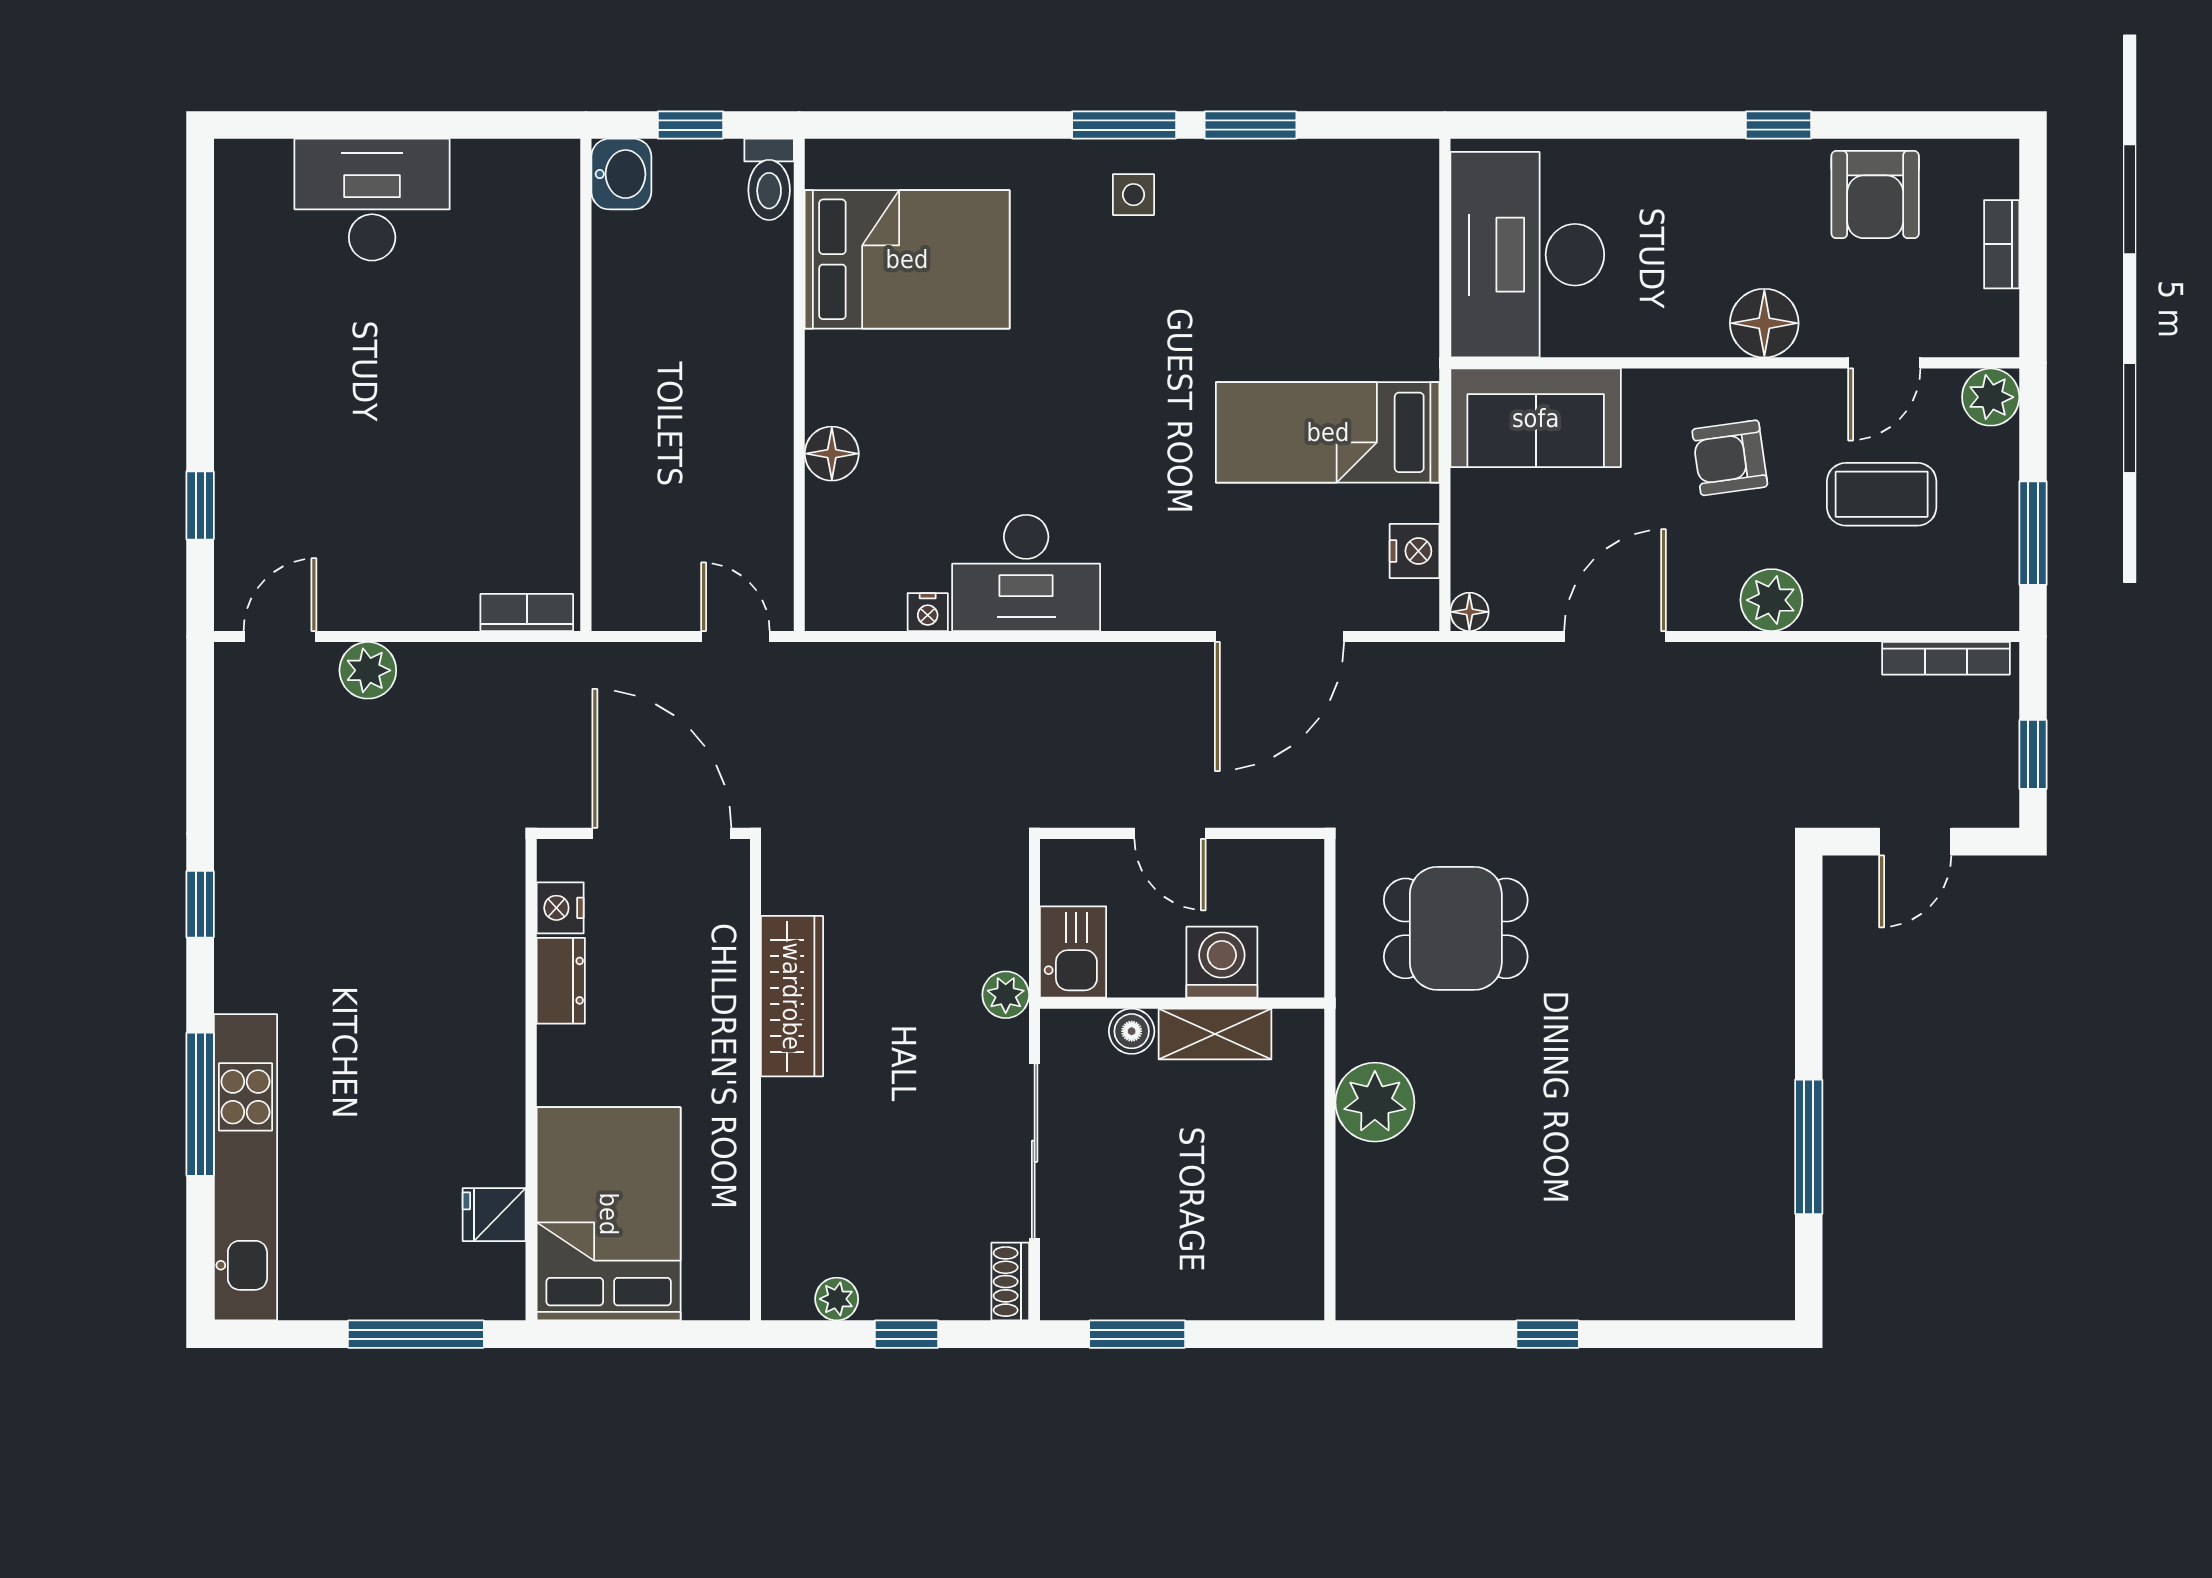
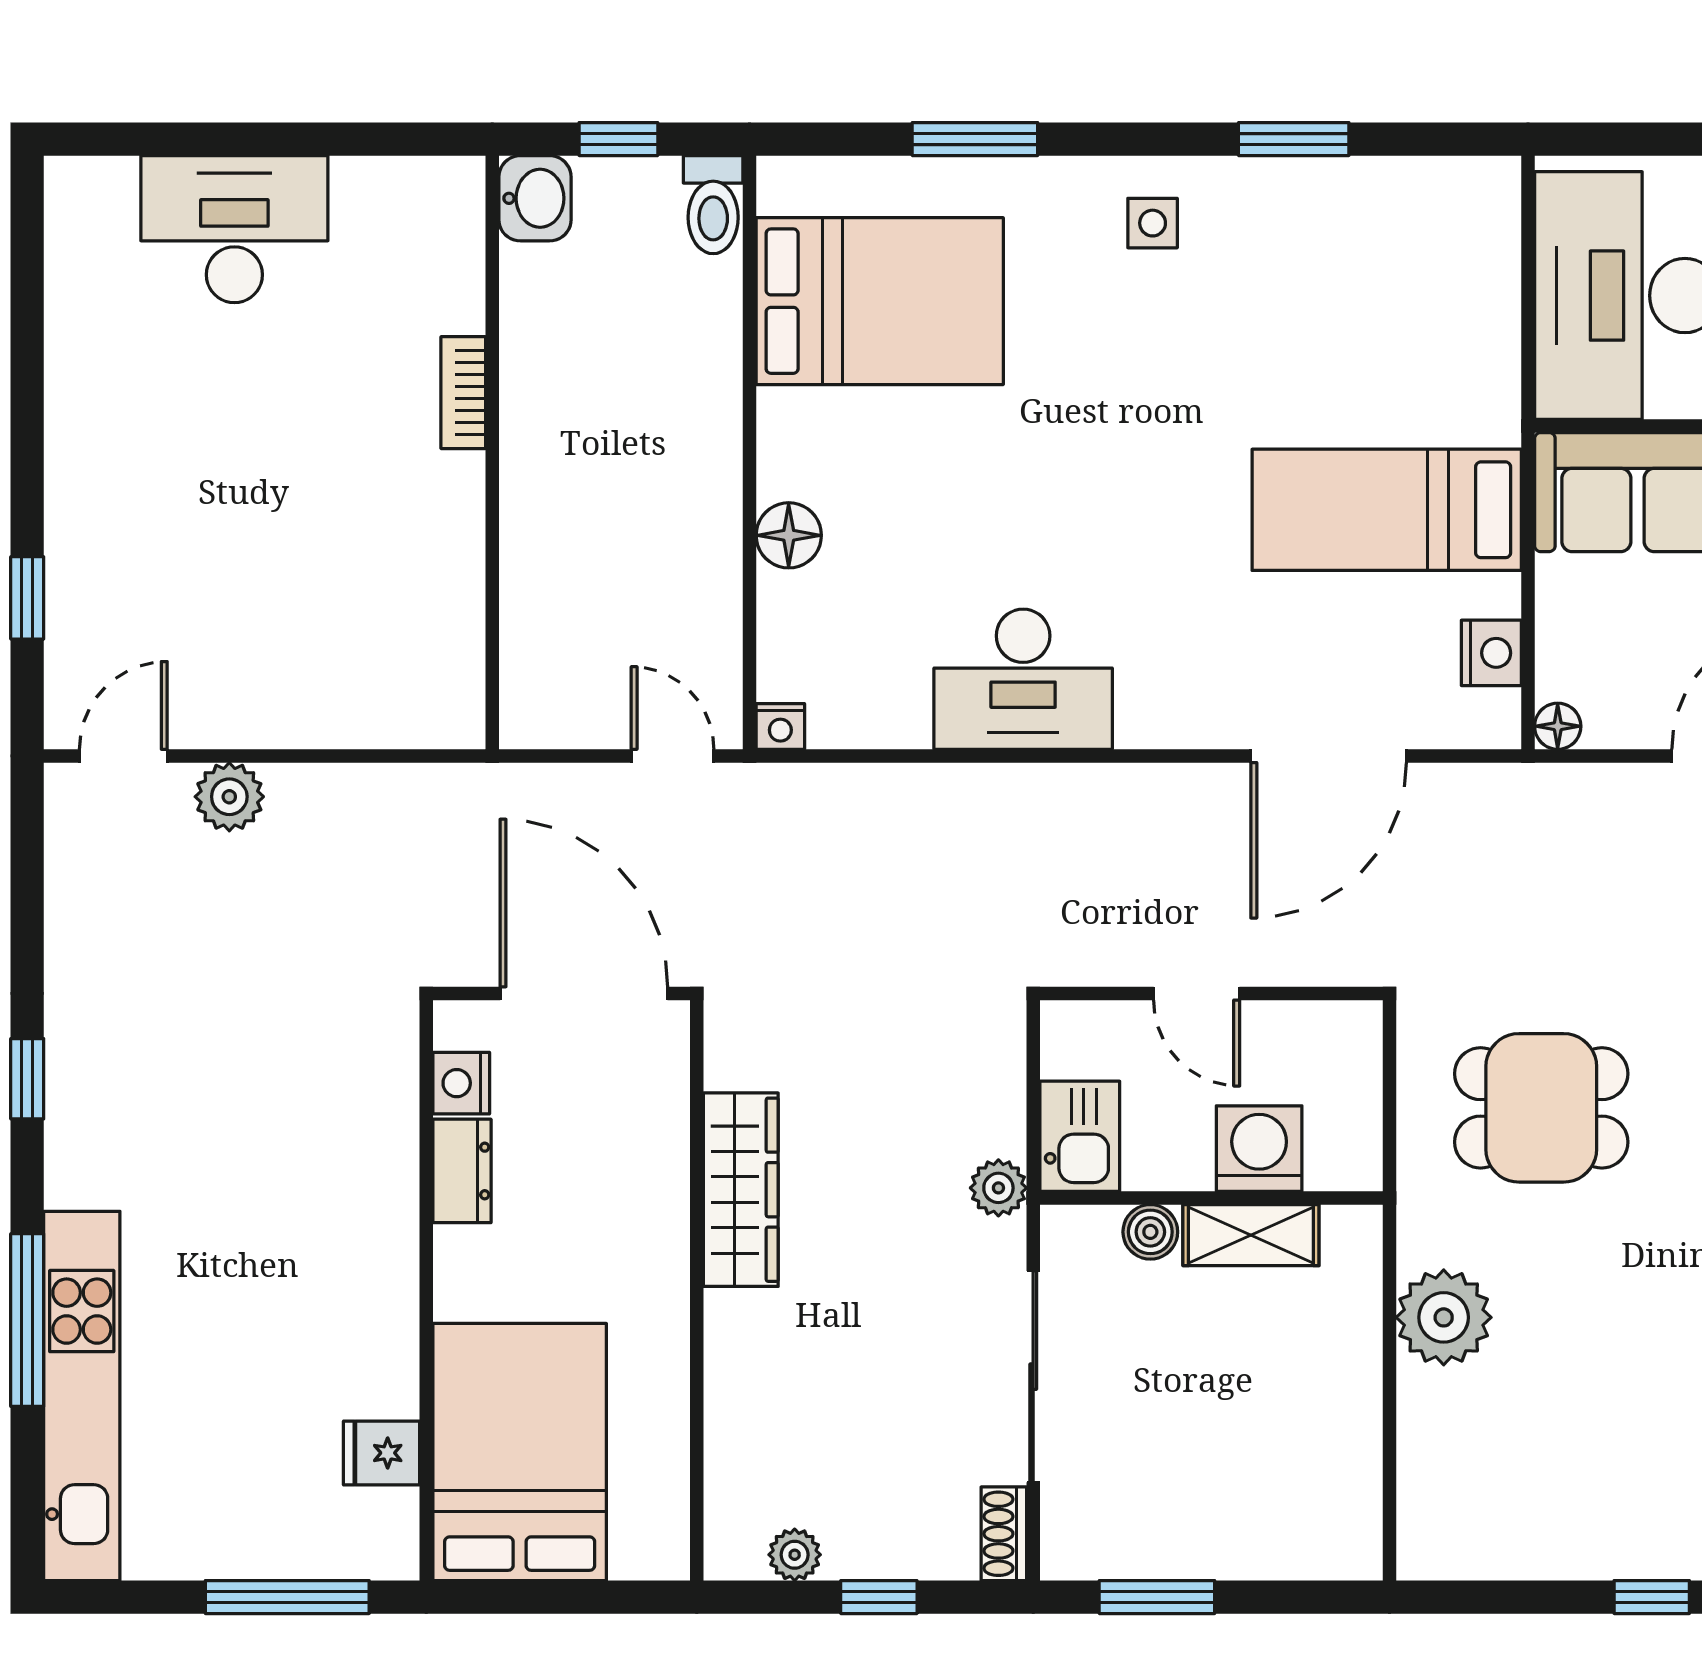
window: (1124, 125) -> (975, 139), moved
bookcase: (527, 612) -> (463, 393), moved, turned -90
nightstand: (928, 612) -> (780, 726), moved

